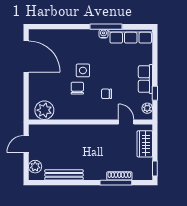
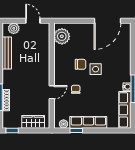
row of seats: (145, 79) -> (88, 122), width x1.48
door: (126, 122) -> (52, 92), moved

